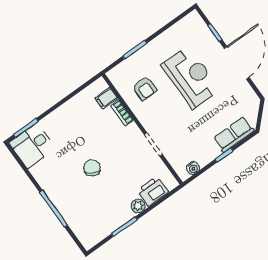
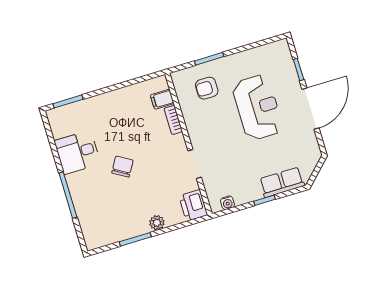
armchair: (145, 88) -> (207, 88), moved, turned 90
desk: (32, 146) -> (77, 152), moved
printer: (153, 191) -> (193, 205), moved, turned -90

